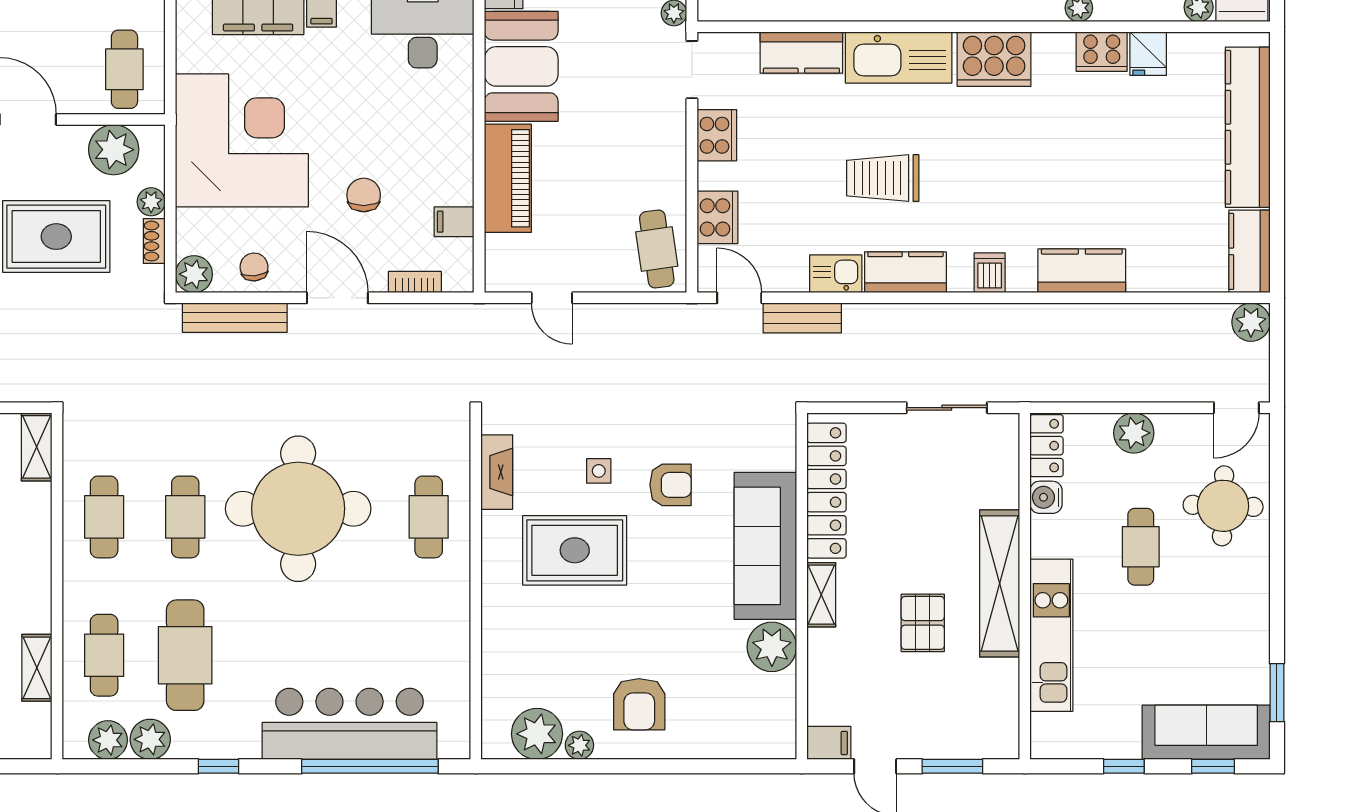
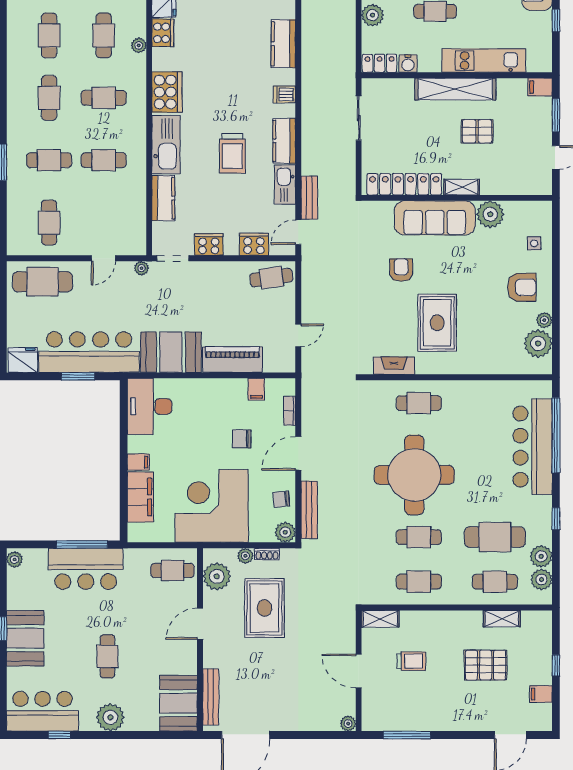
kitchen sink: (836, 274) -> (285, 185), width x1.38
side table: (599, 471) -> (534, 243), moved
filing cabinet: (829, 743) -> (540, 87), moved, turned -90

